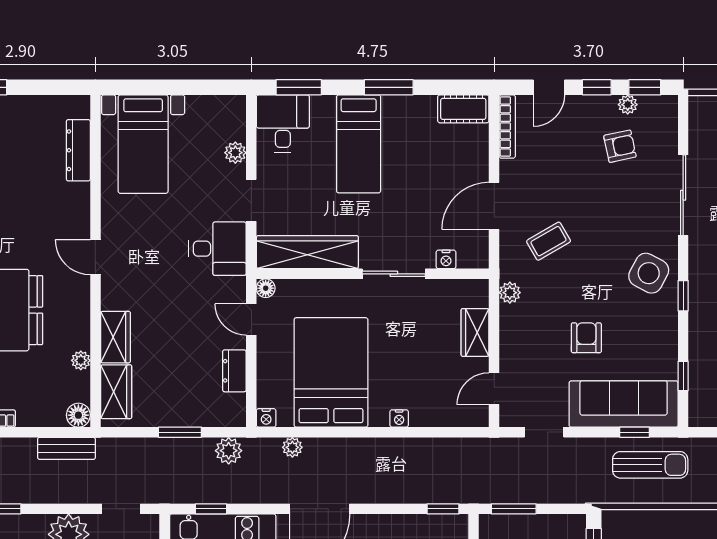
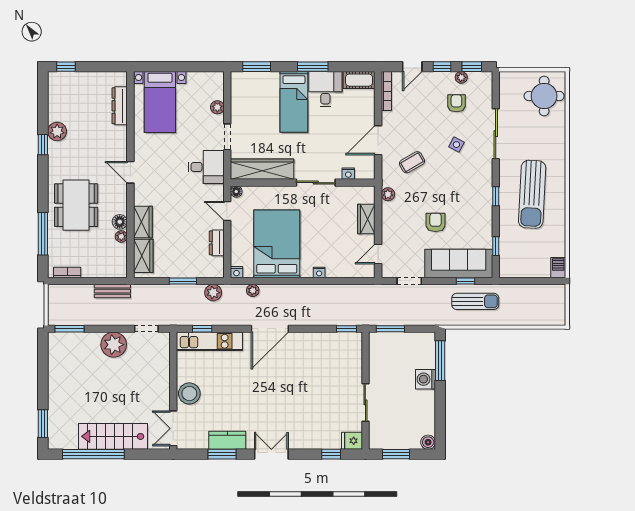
desk: (283, 123) -> (325, 89), moved
armchair: (620, 146) -> (456, 103), turned -78
side table: (649, 273) -> (456, 145), moved, width x0.54, depth x0.54
floor lamp: (78, 415) -> (120, 222), moved

